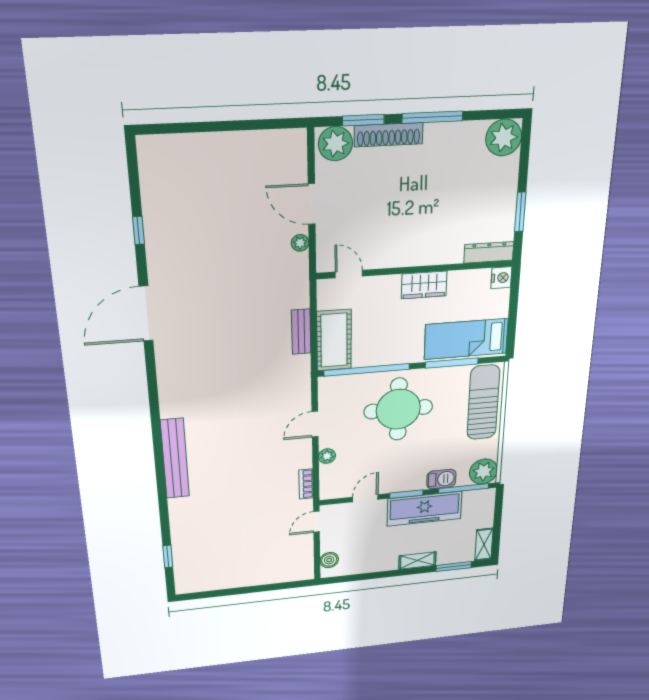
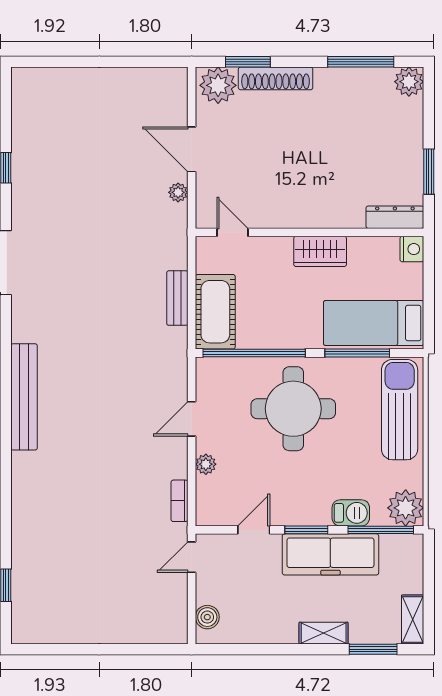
window: (432, 117) -> (361, 62), moved
plant: (504, 138) -> (409, 82), width x0.73, depth x0.73
bench: (175, 459) -> (24, 397), moved

